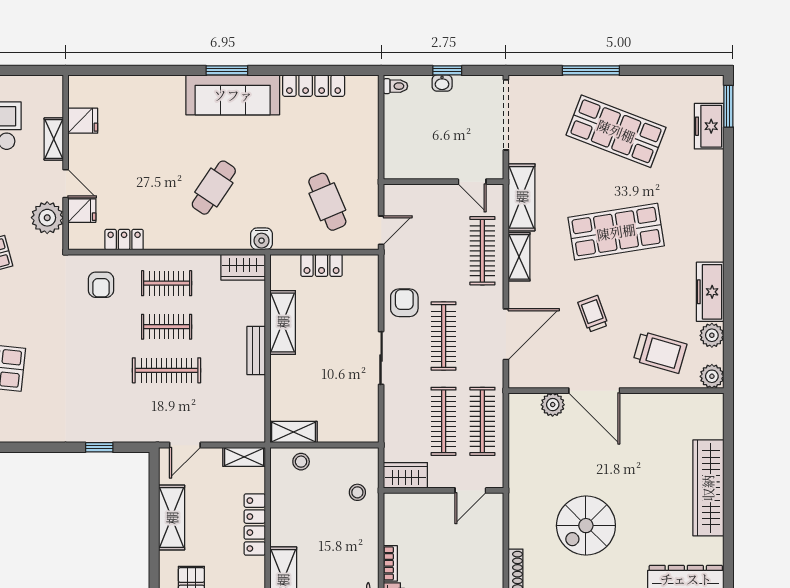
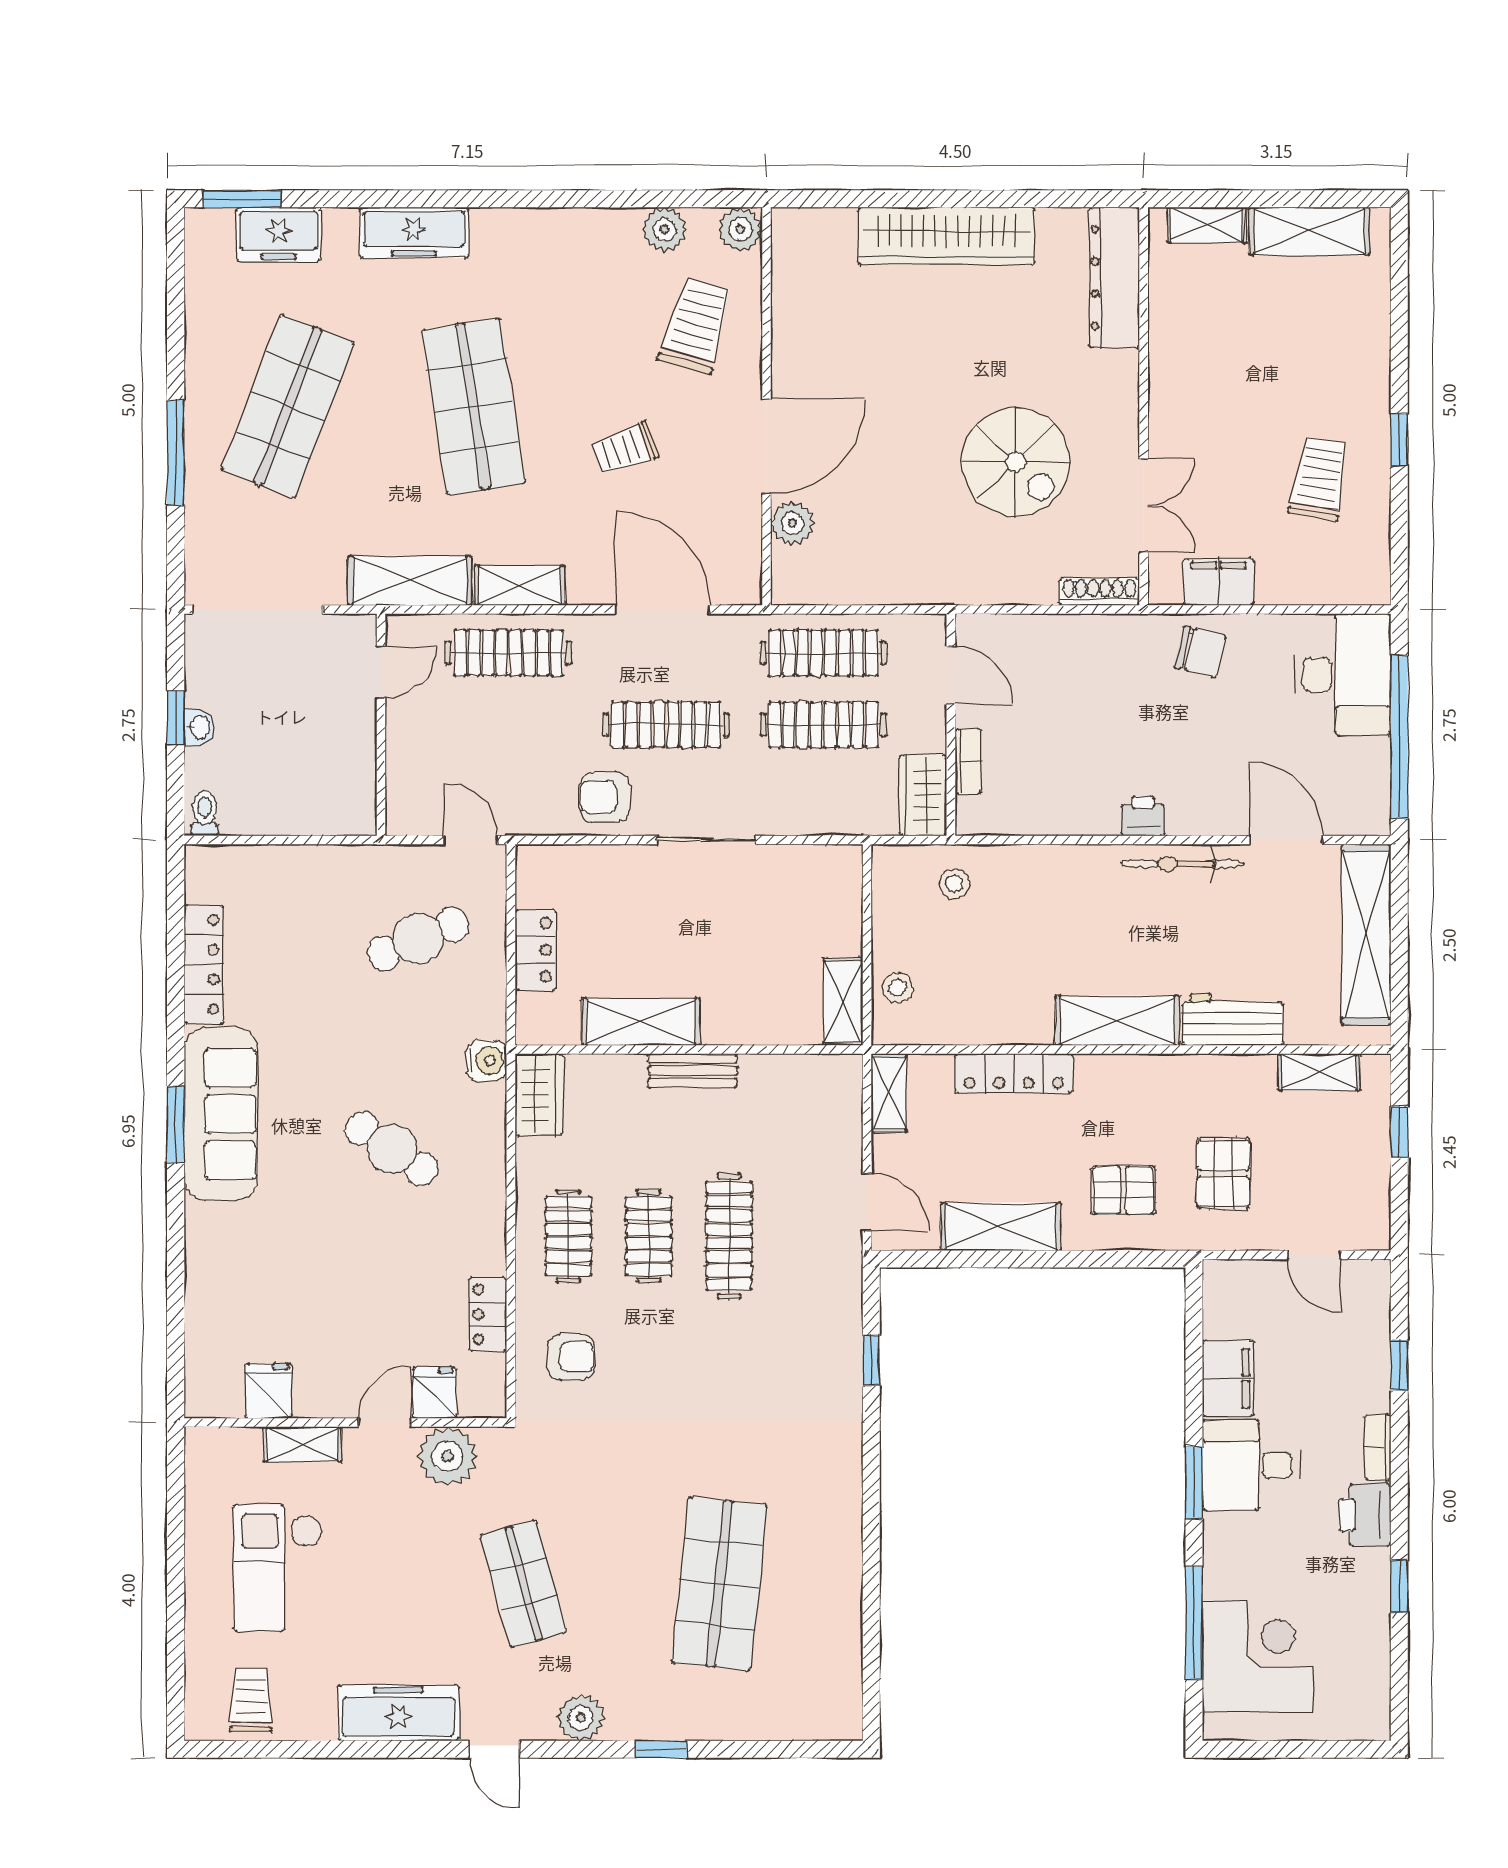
freezer: (710, 292) -> (414, 233), moved
bookcase: (390, 563) -> (968, 761), moved, turned 90

